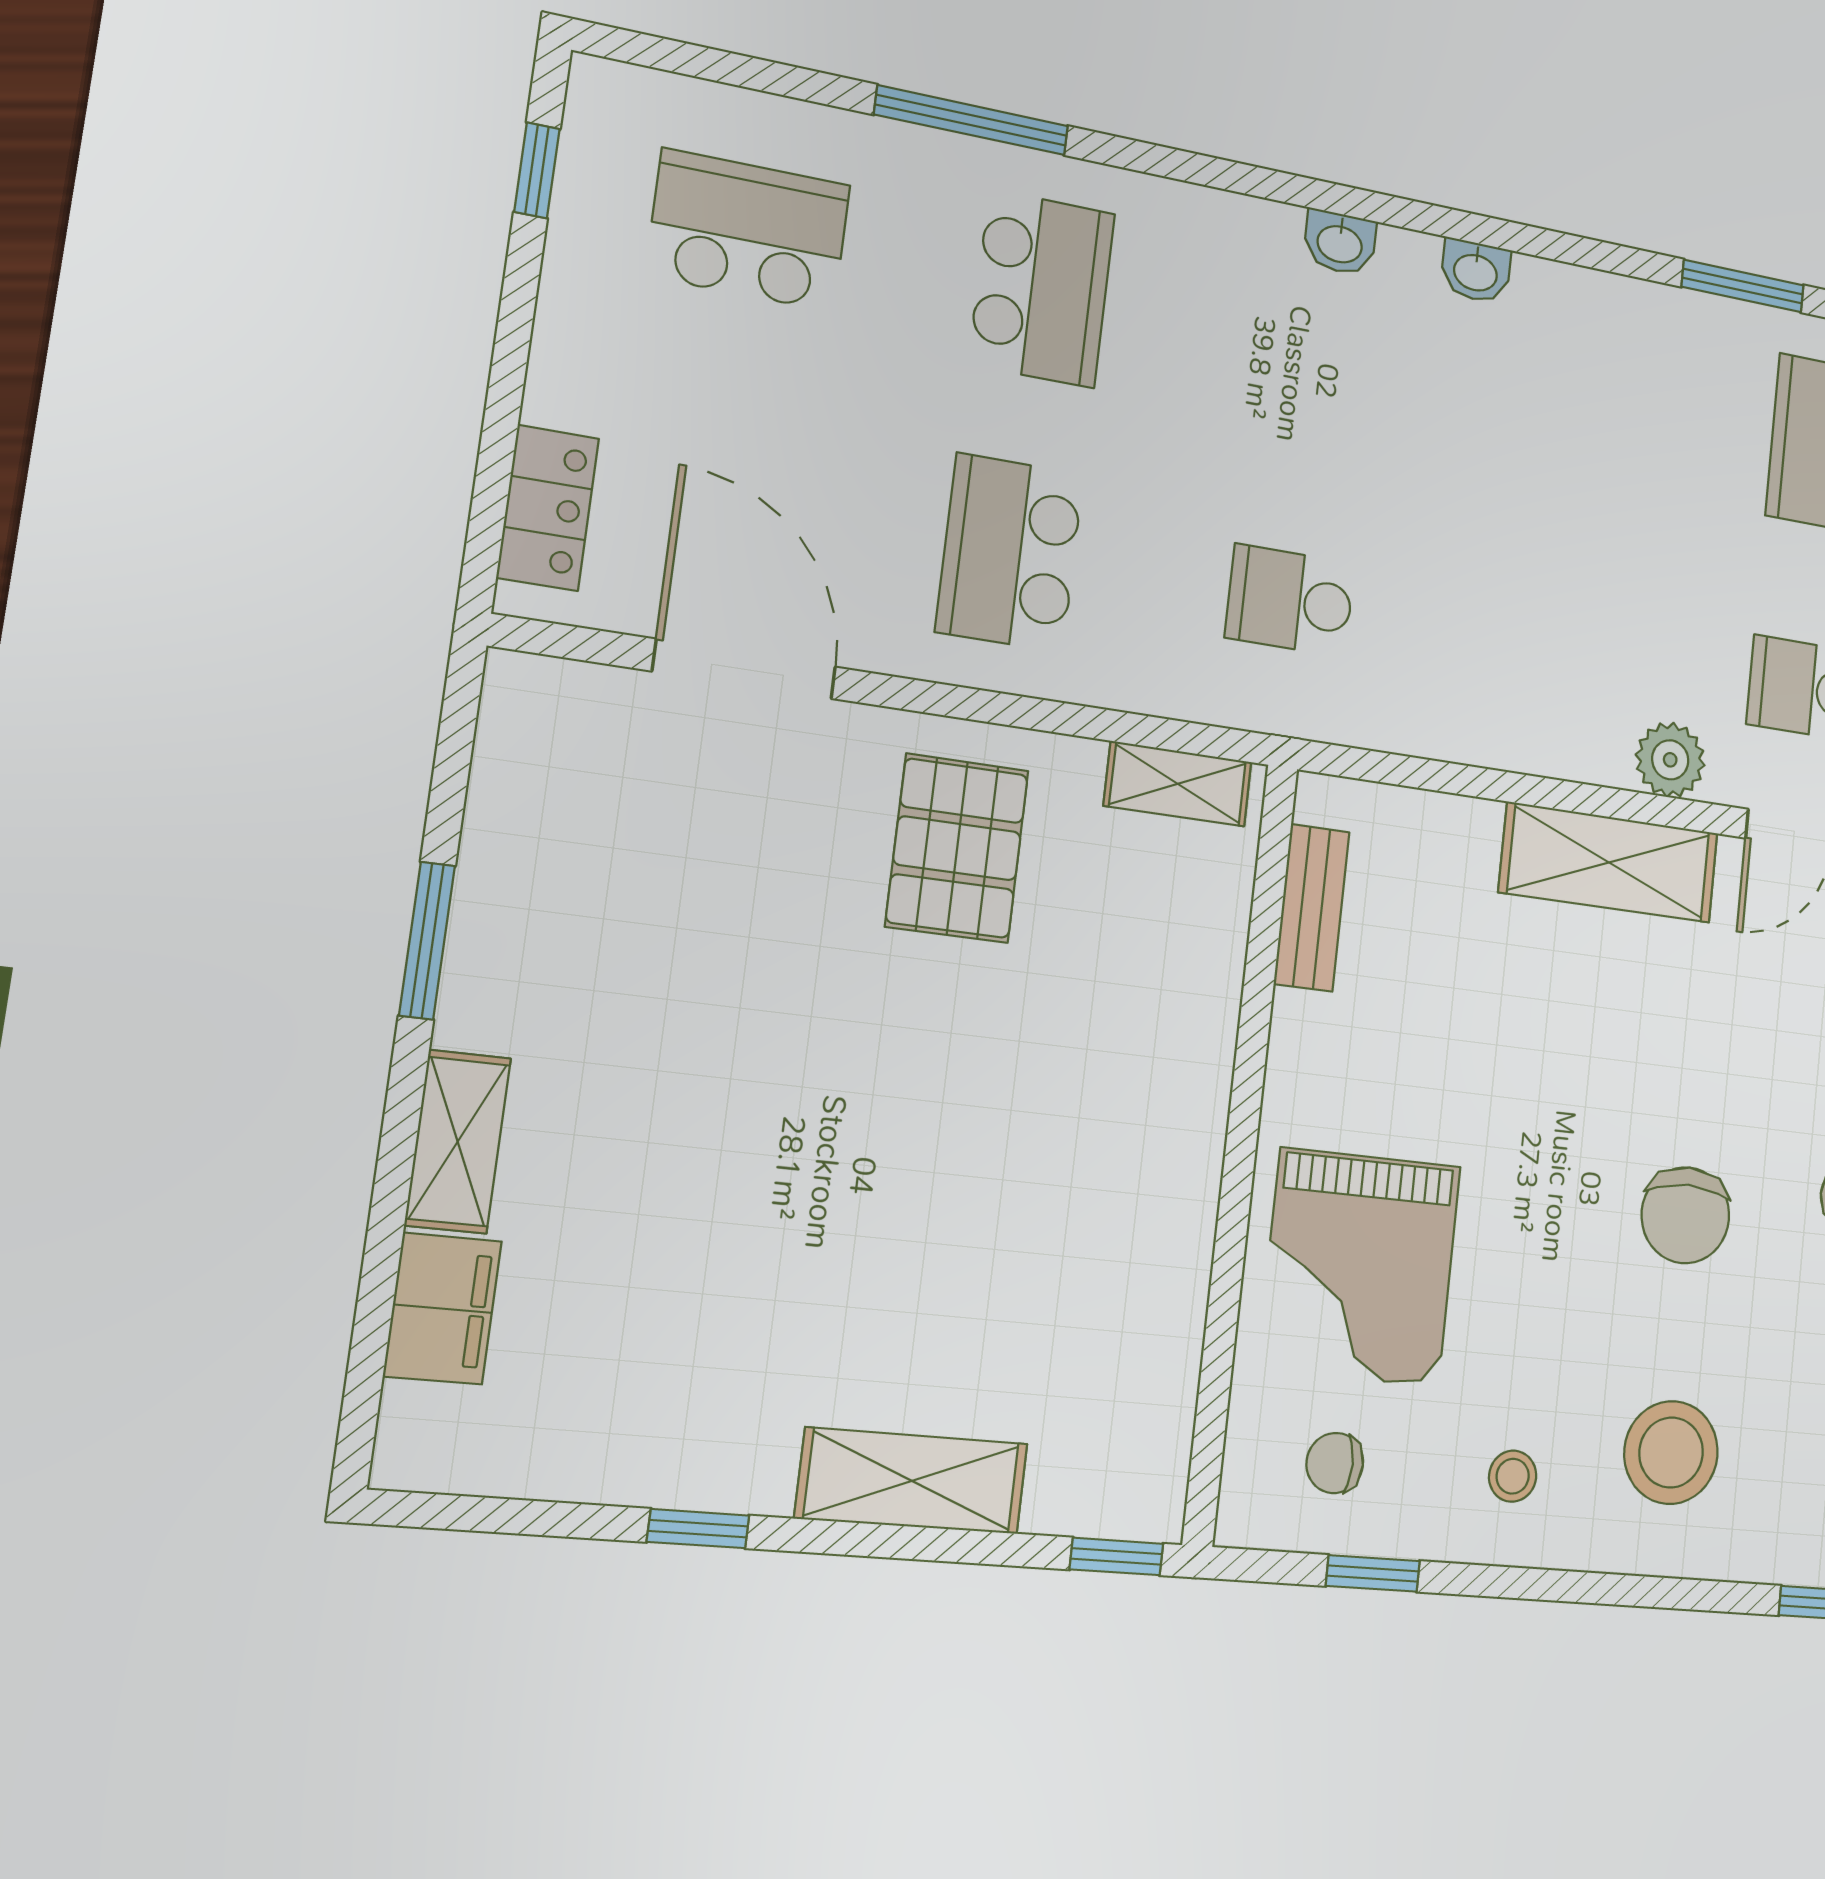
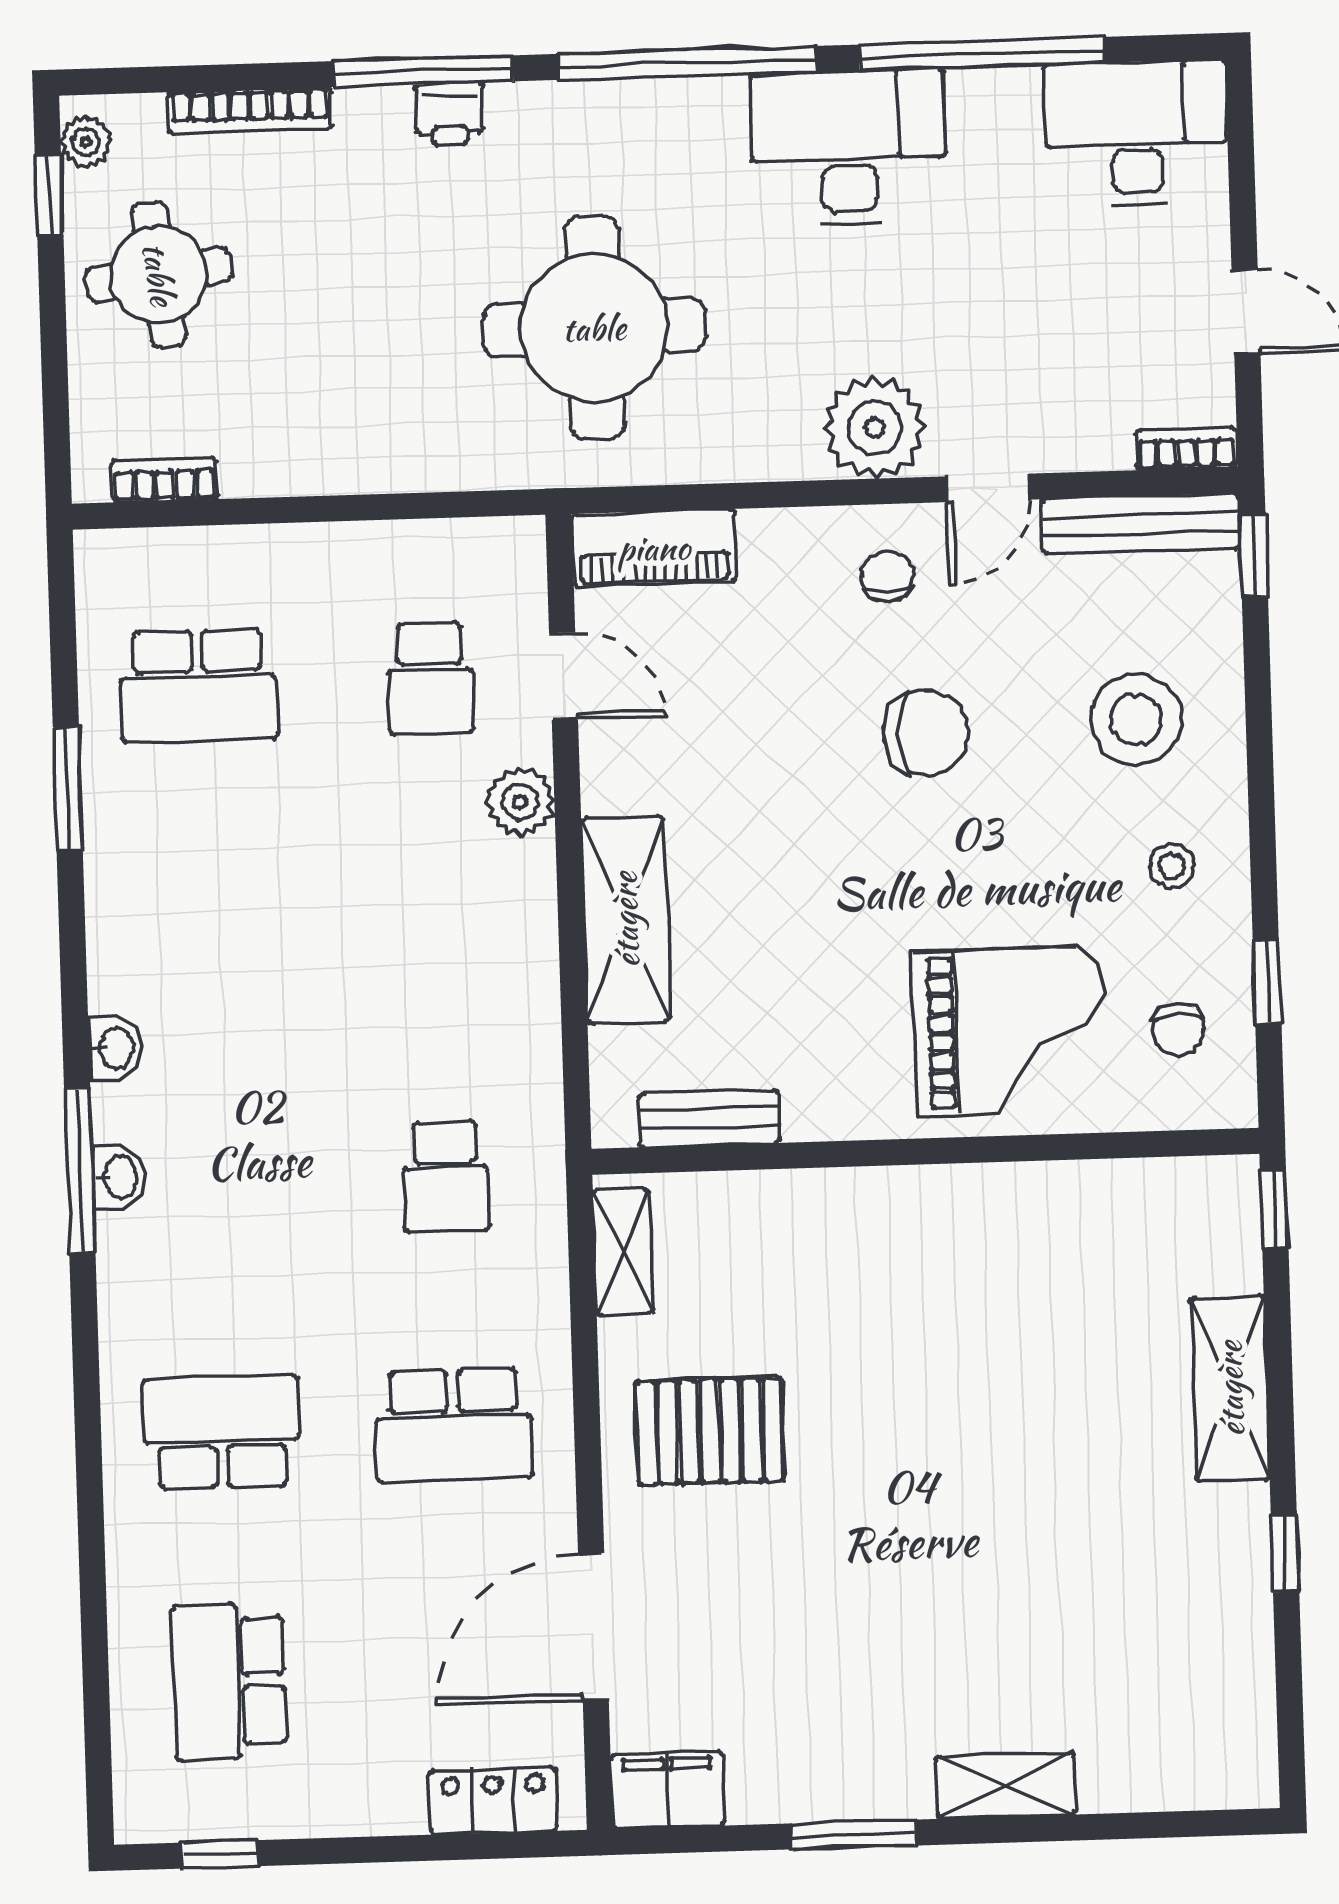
window: (972, 120) -> (80, 1171), moved
shelving: (1609, 862) -> (625, 920), moved
filing cabinet: (443, 1309) -> (668, 1790), moved

